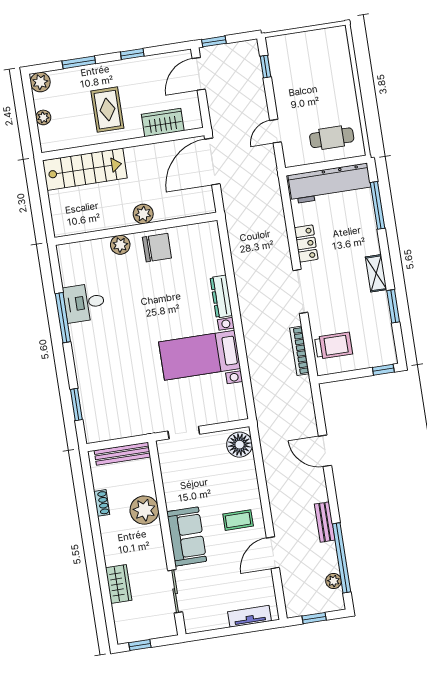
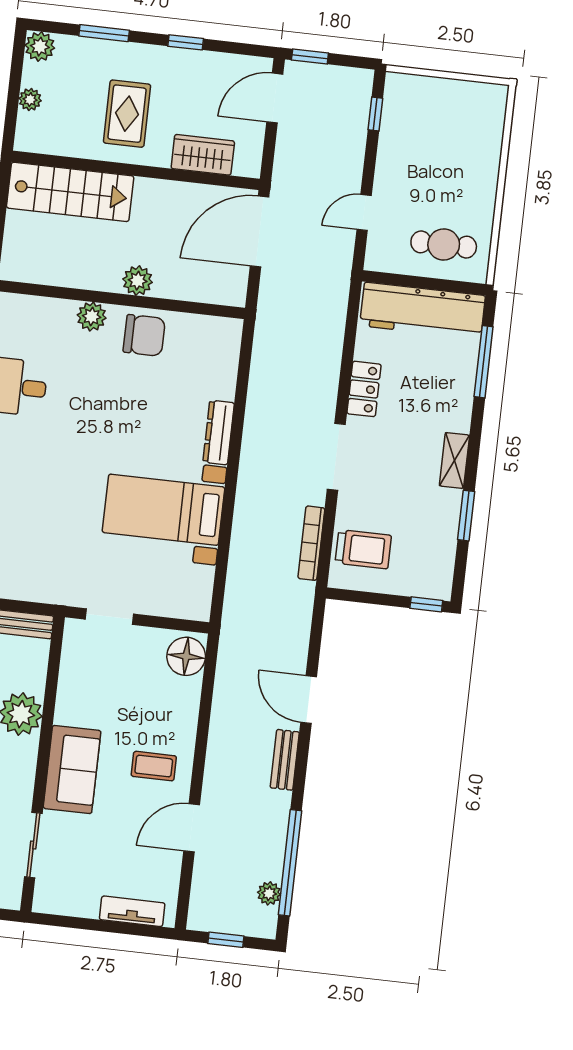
bench: (325, 522) -> (285, 760), moved

